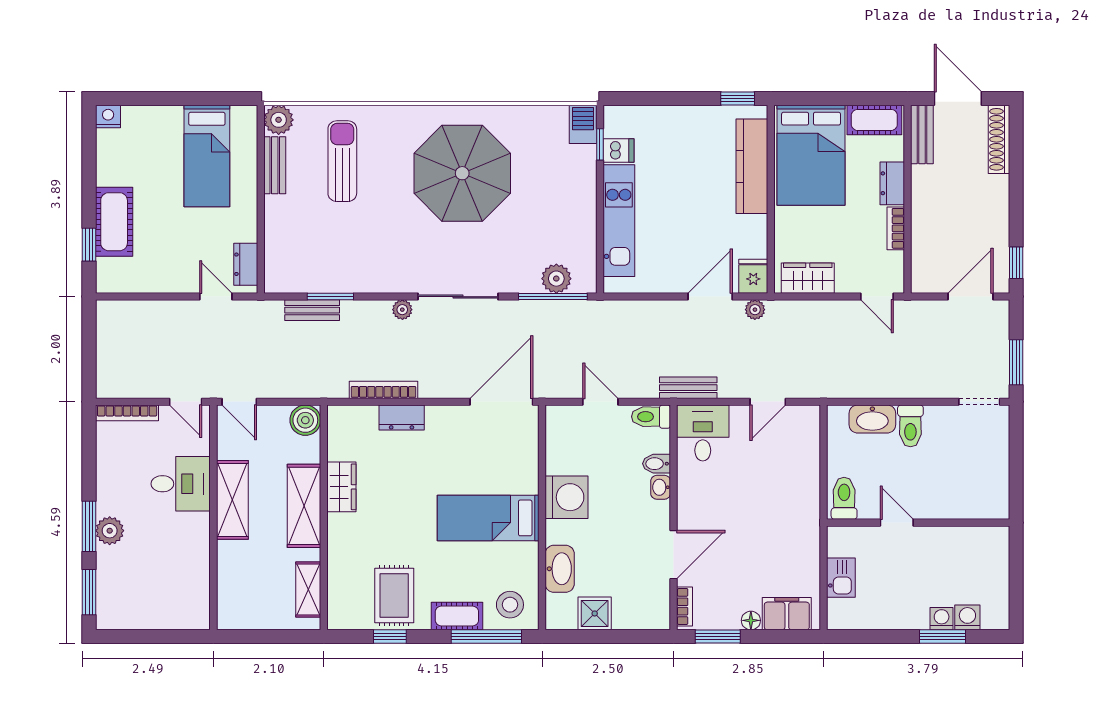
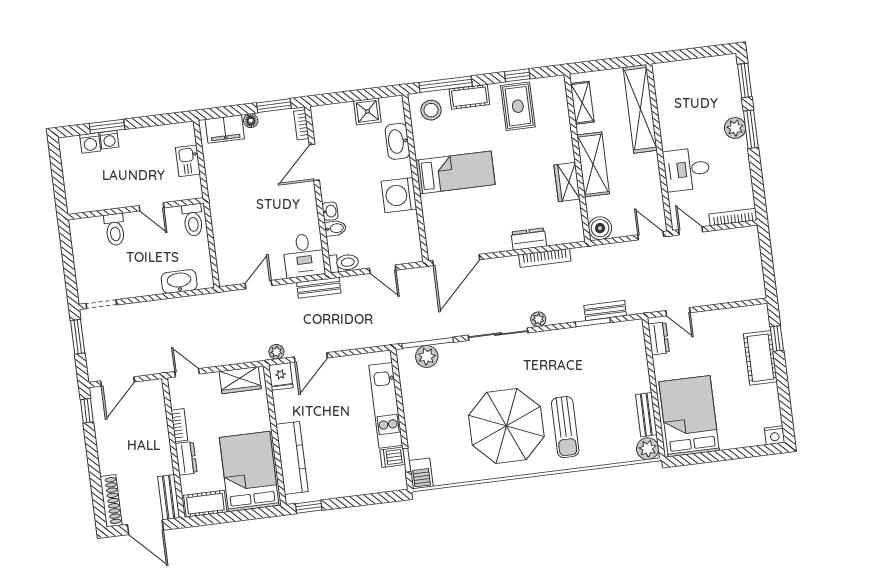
bed: (207, 156) -> (689, 416), width x1.50
sun lounger: (342, 161) -> (565, 427), moved
toilet: (910, 426) -> (115, 230), moved, turned 180
shelving: (232, 500) -> (640, 109), moved, width x1.47

